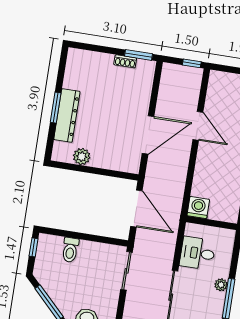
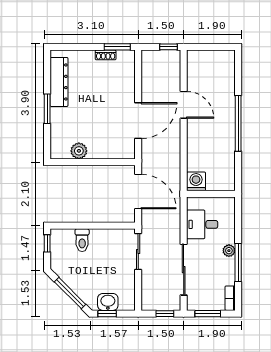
dresser: (67, 116) -> (59, 82), moved

